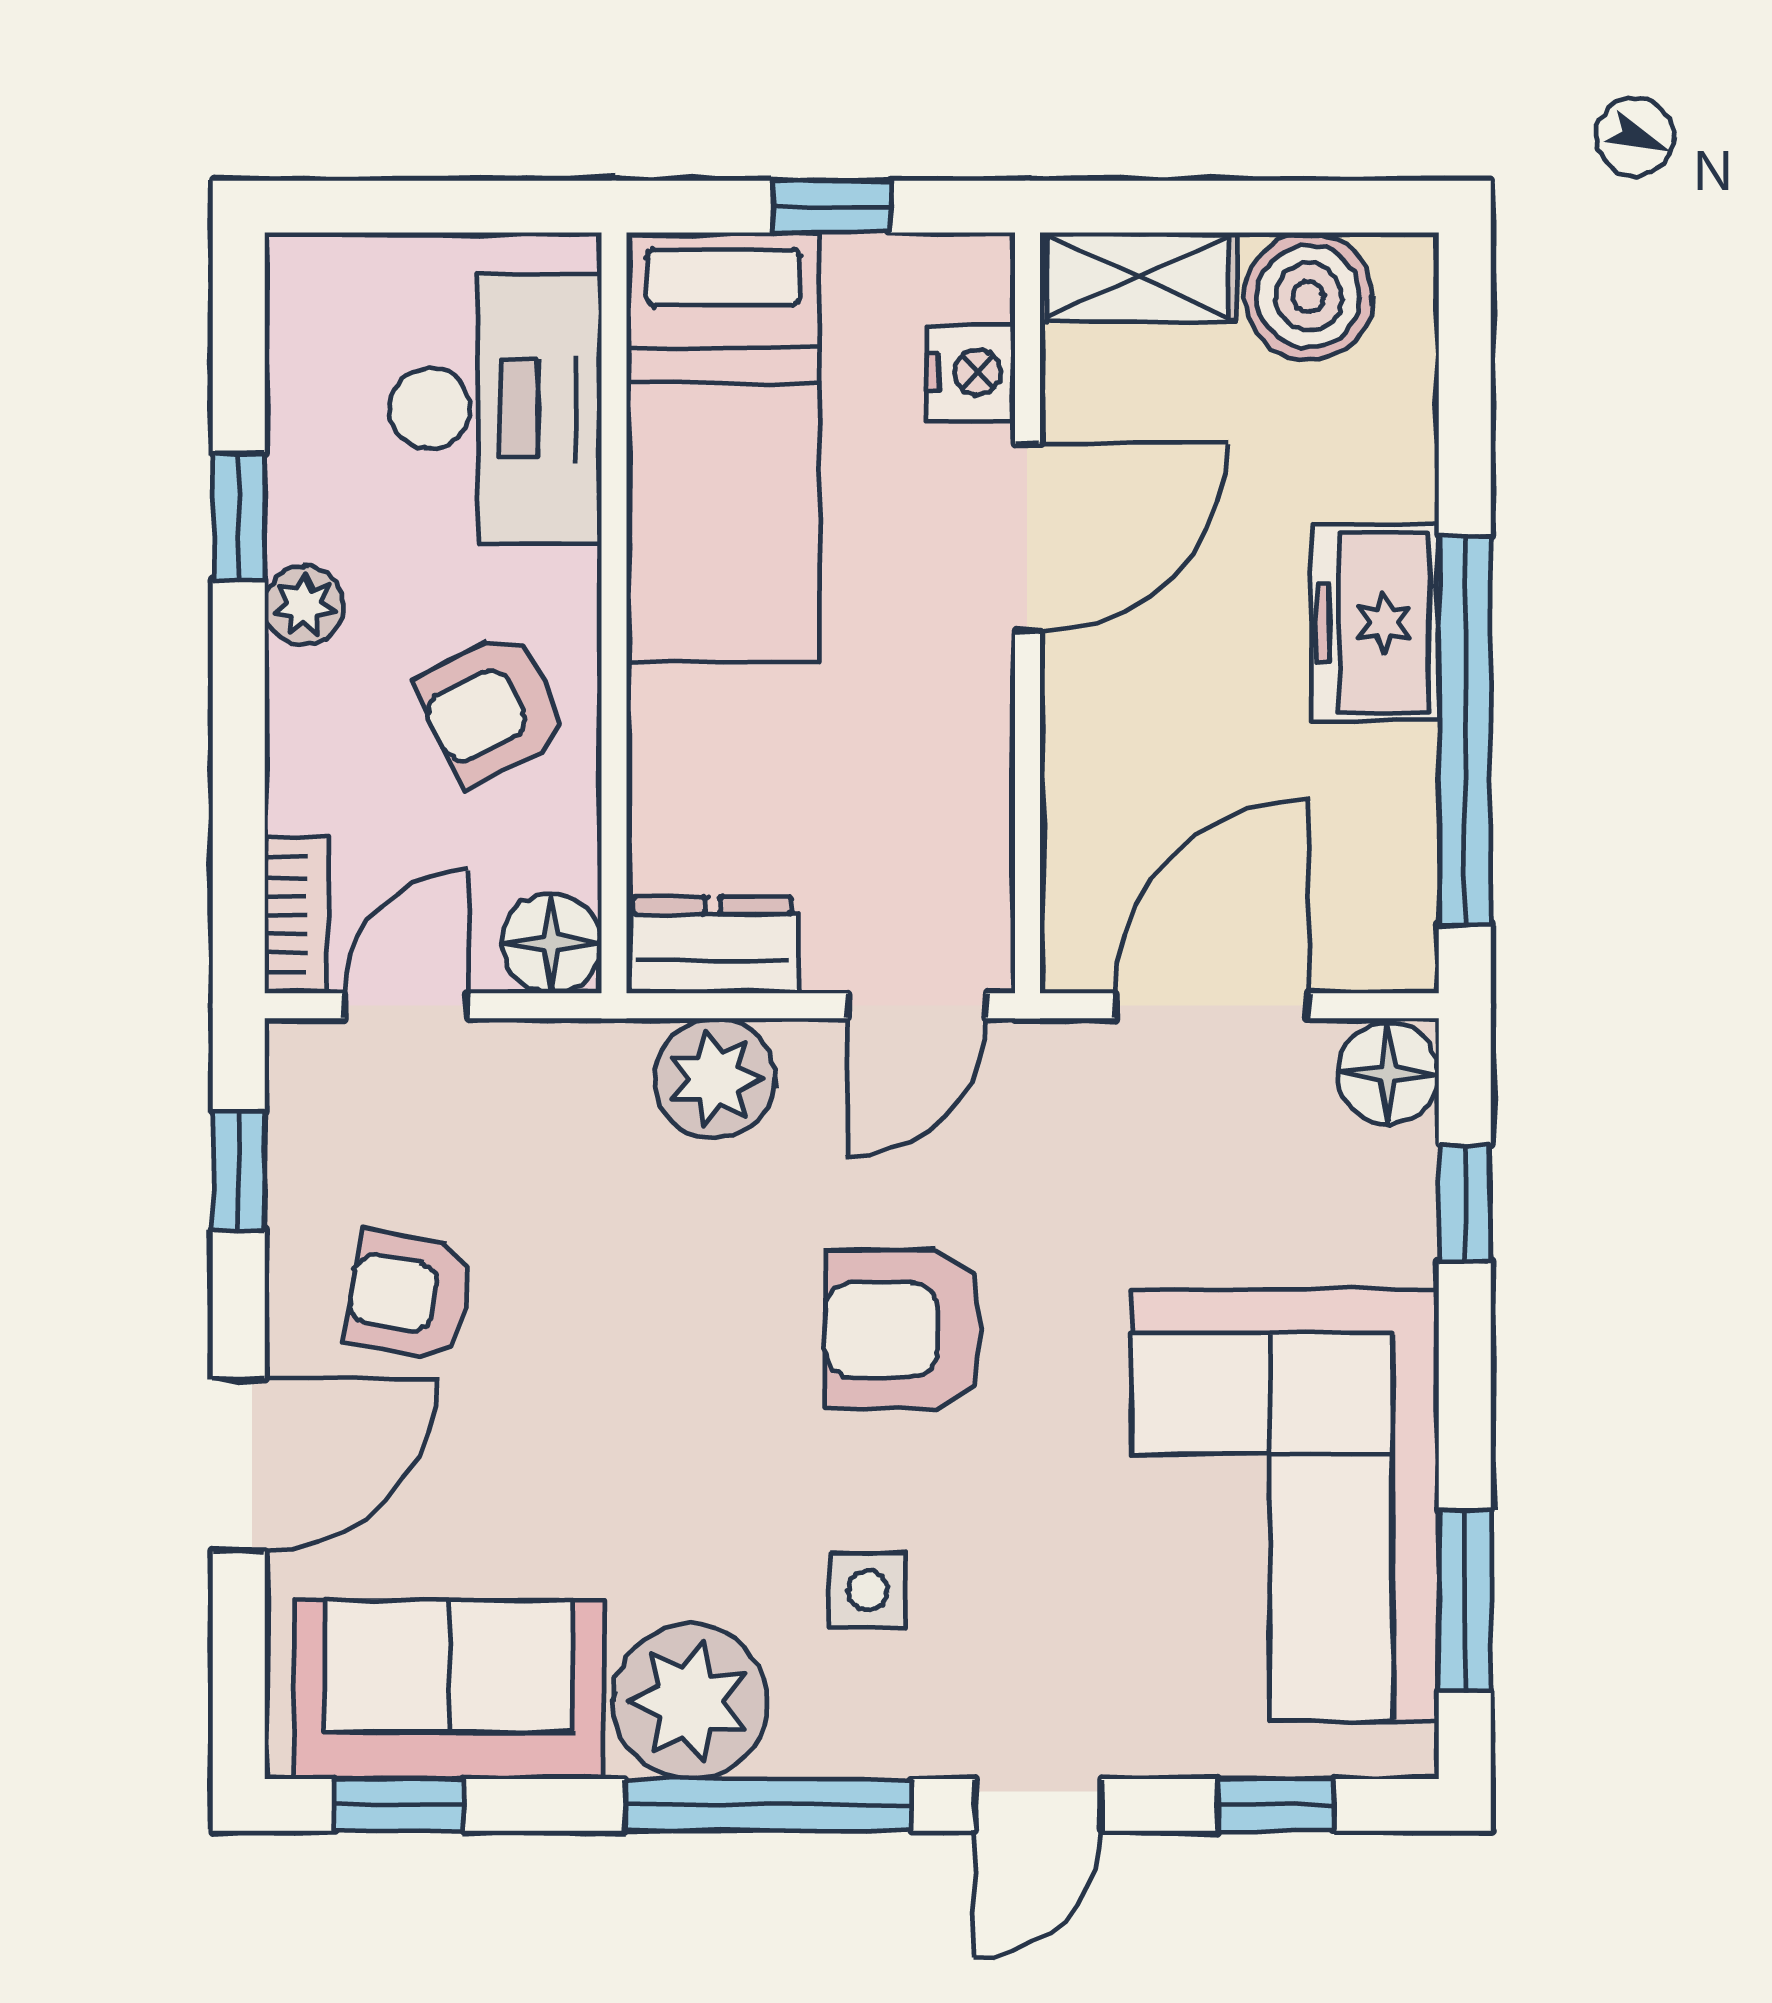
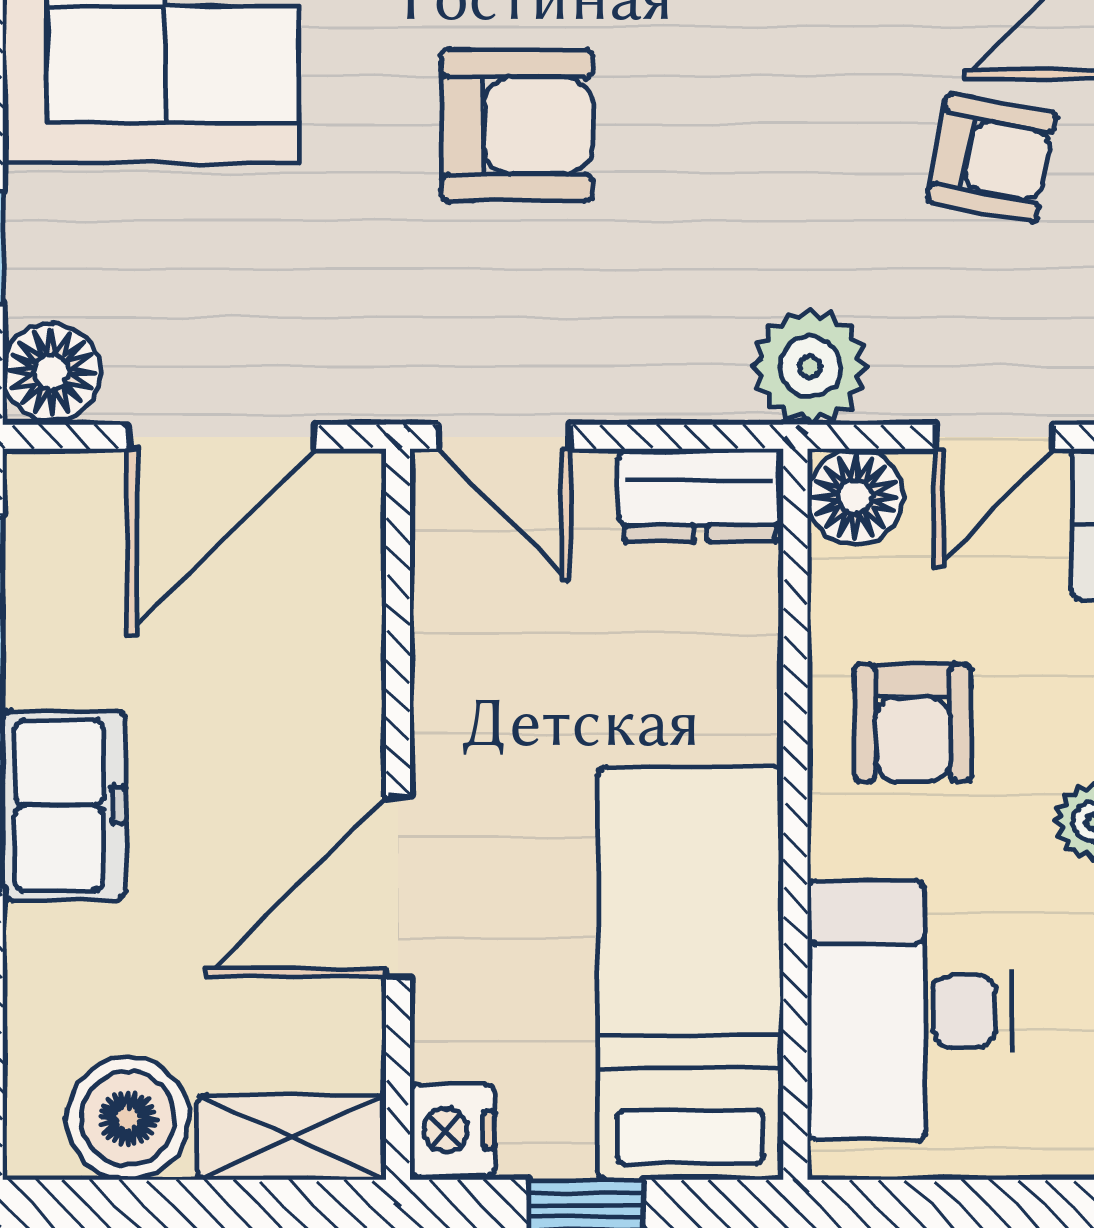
nightstand: (971, 372) -> (452, 1130), moved
armchair: (492, 708) -> (913, 723), turned 116
door: (917, 1006) -> (504, 437), swing flipped
plant: (715, 1079) -> (810, 367), moved

